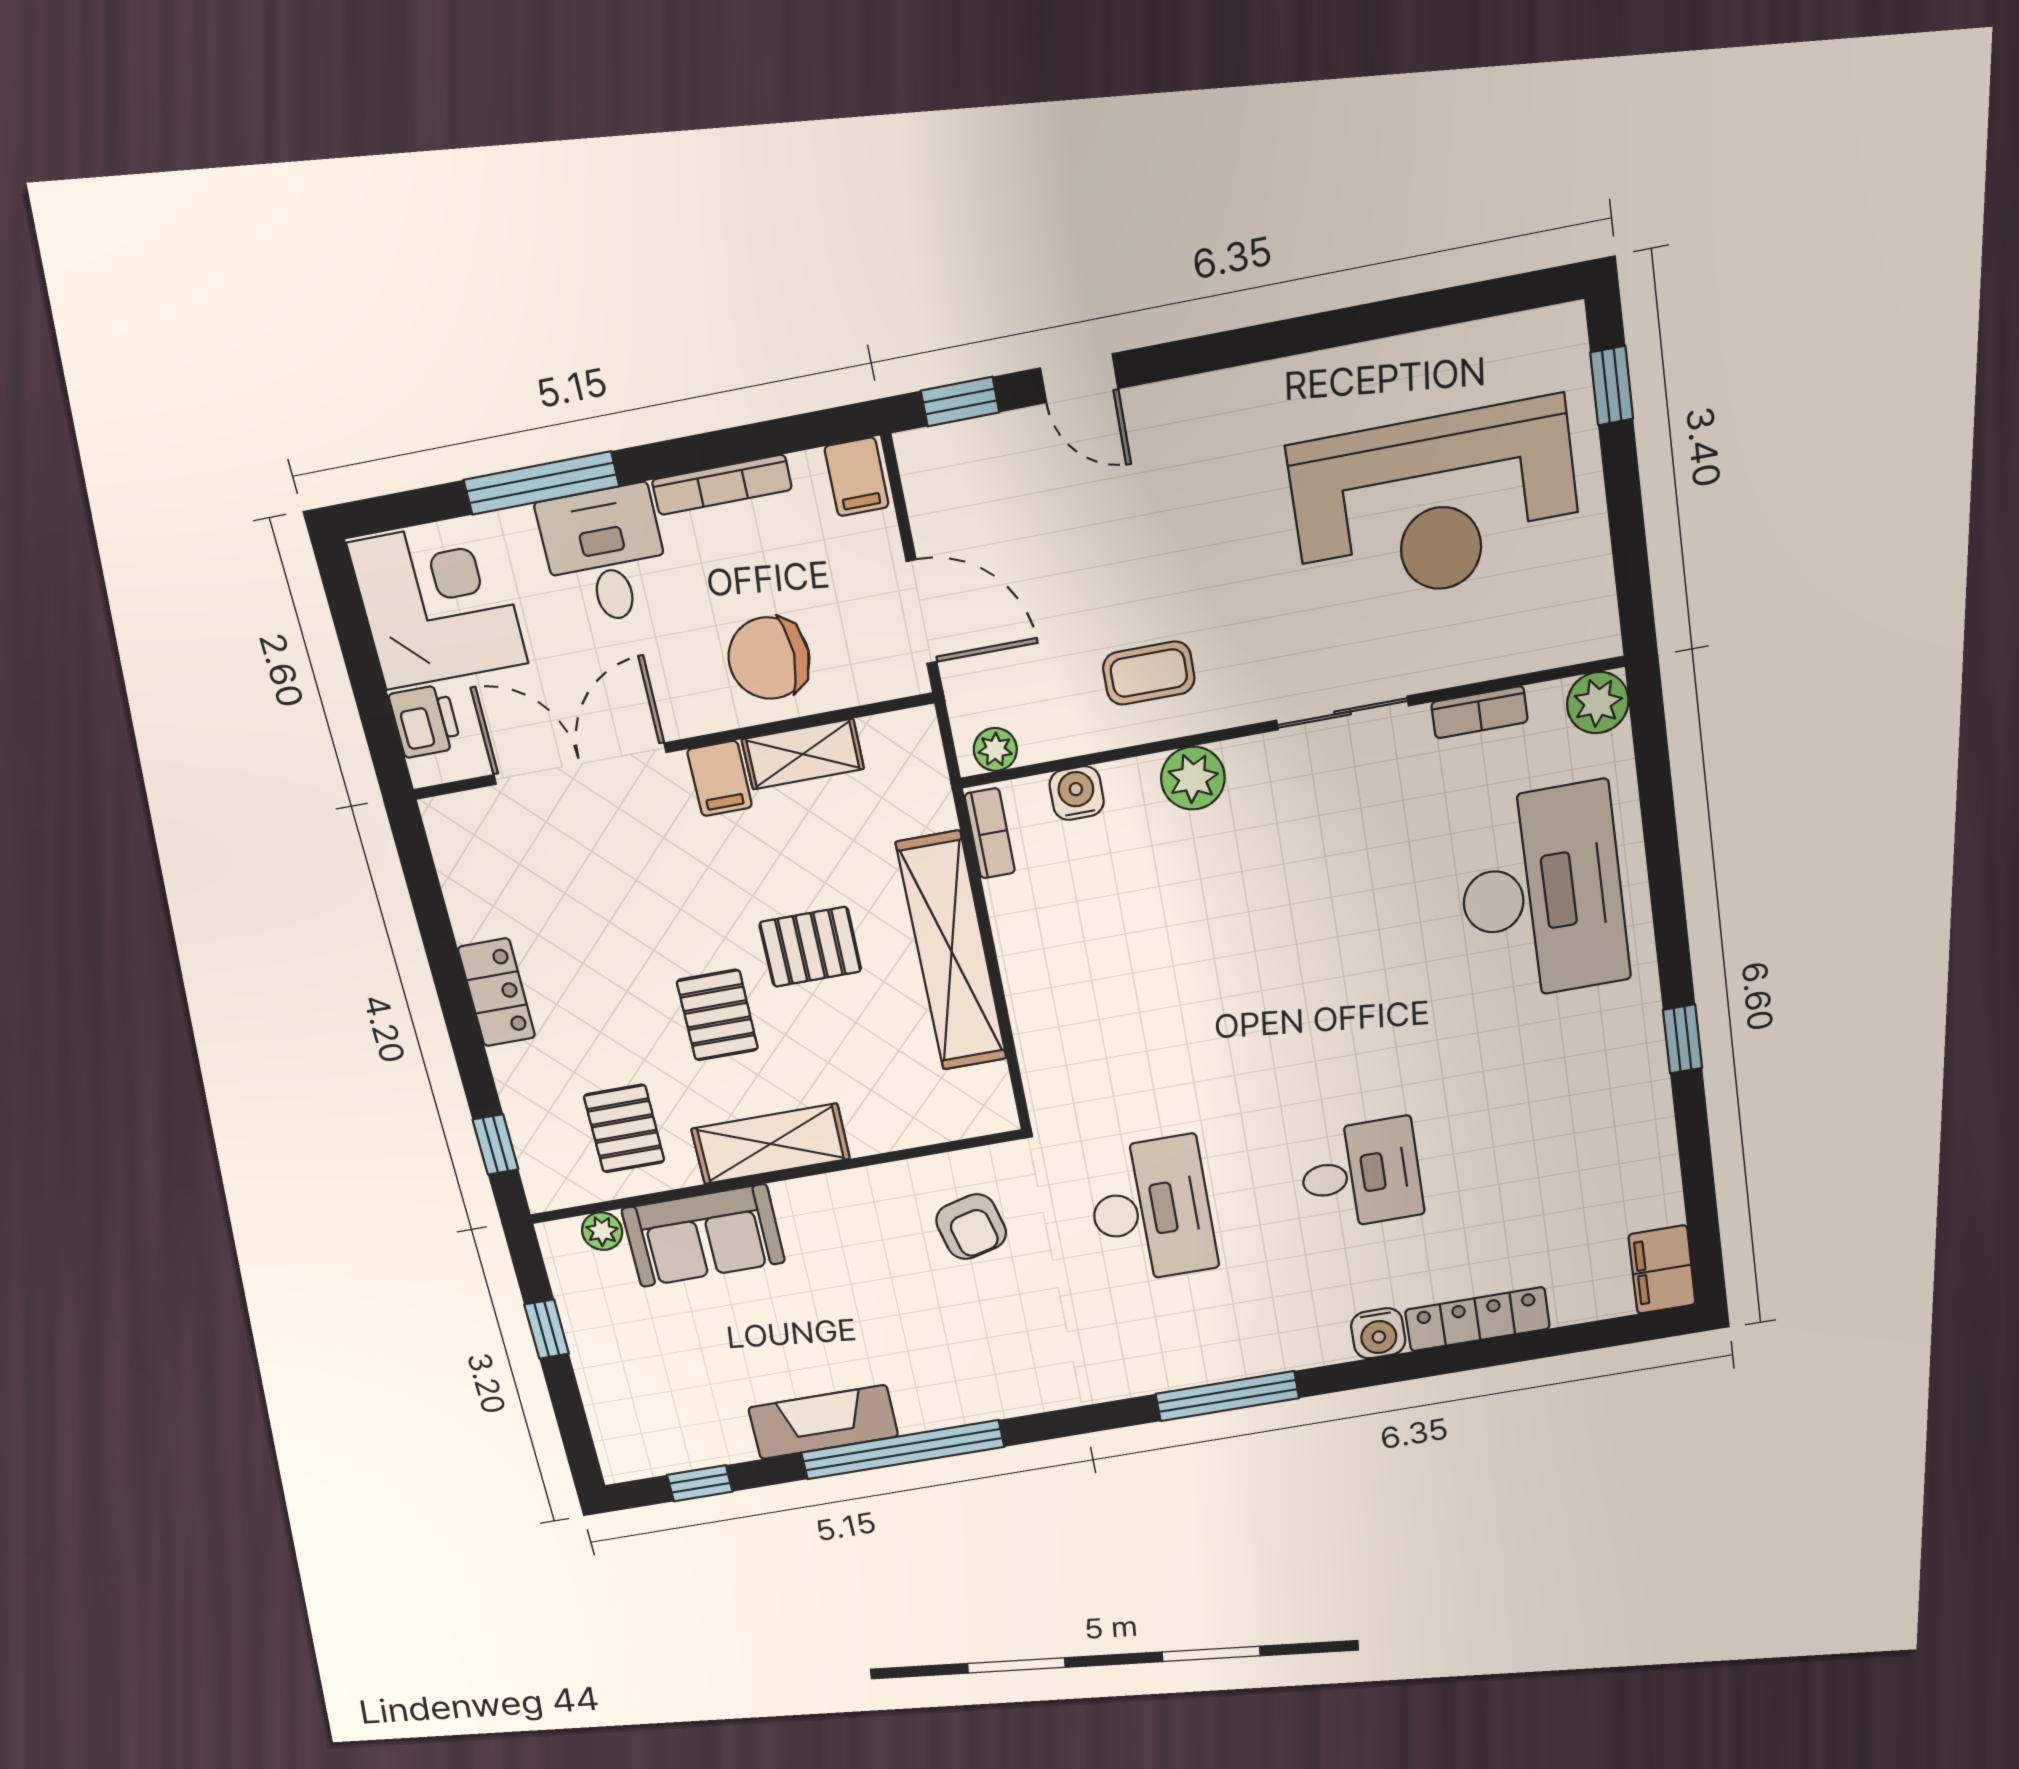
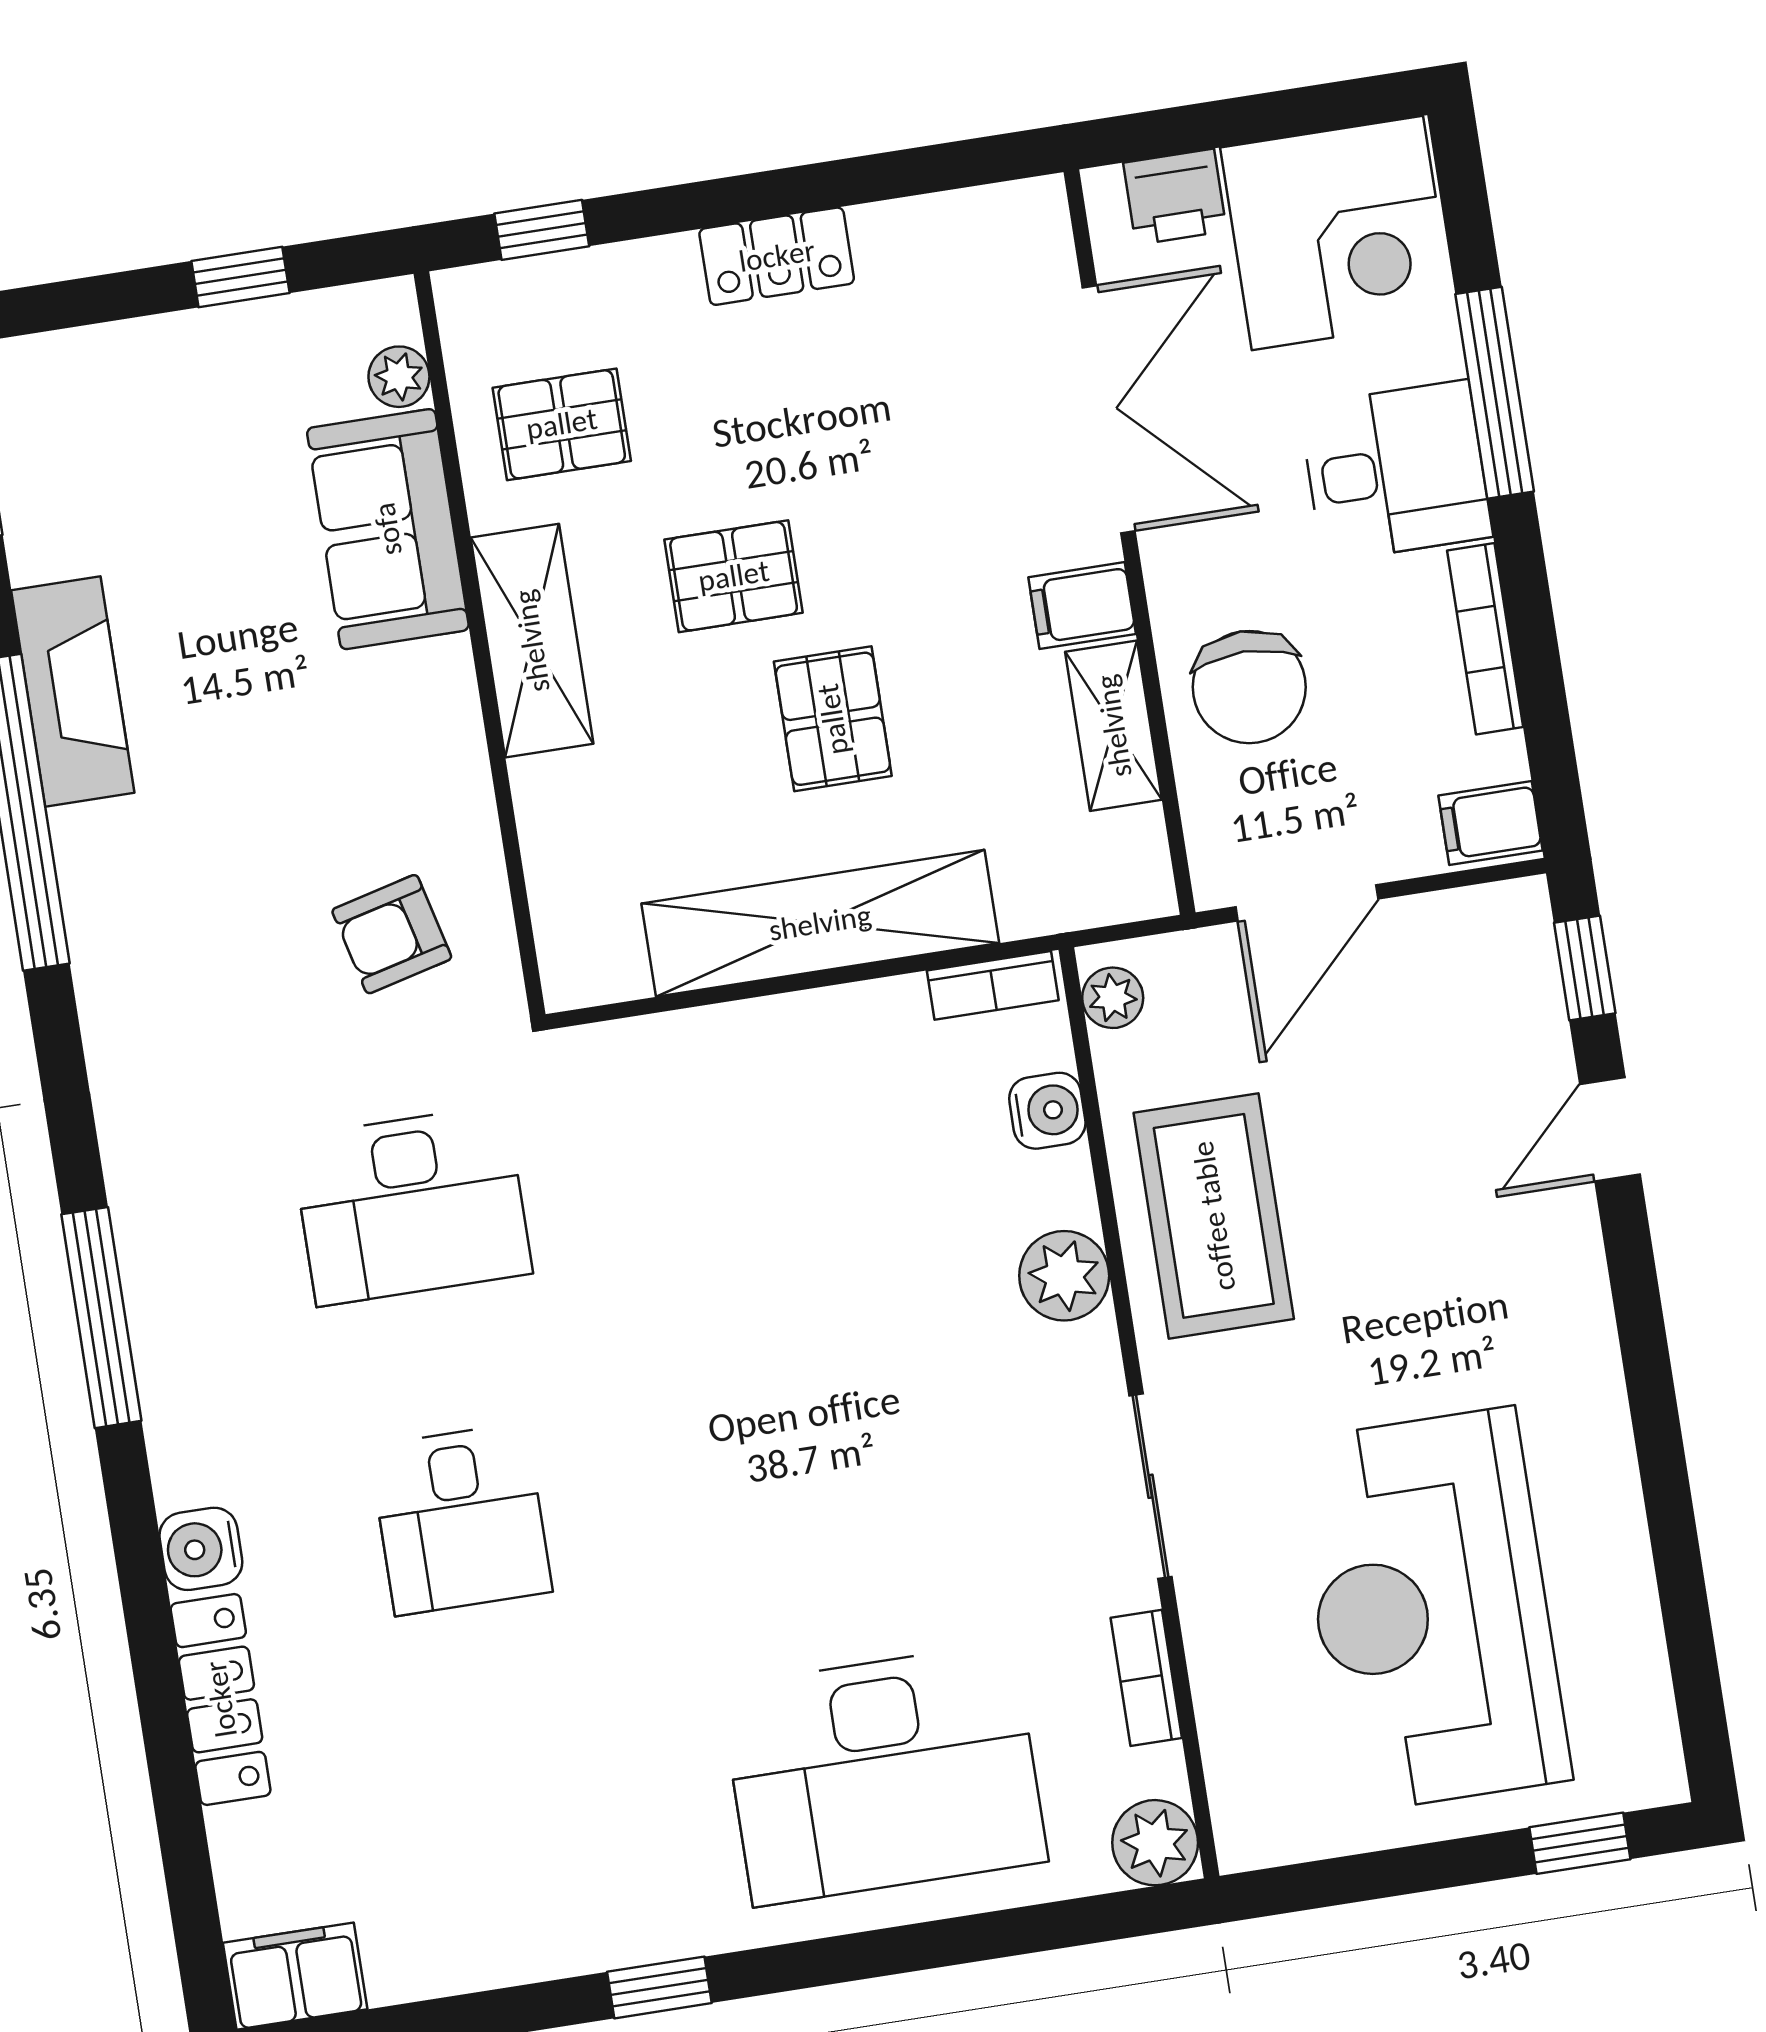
chair: (769, 658) -> (1249, 687), turned 180
coffee table: (1149, 673) -> (1214, 1216), width x1.86, depth x1.72

